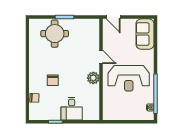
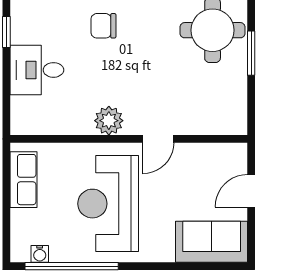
door: (113, 17) -> (251, 191), moved
row of seats: (118, 114) -> (23, 180), added

